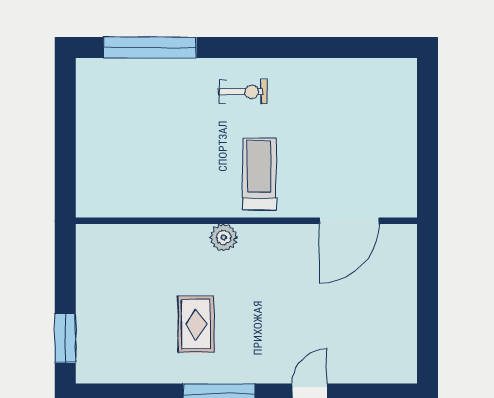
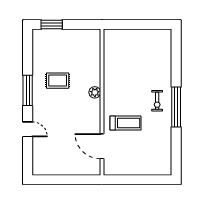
window: (150, 47) -> (176, 107), moved
treadmill: (259, 174) -> (126, 123), moved

